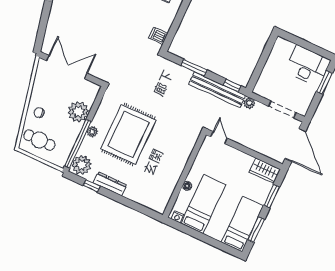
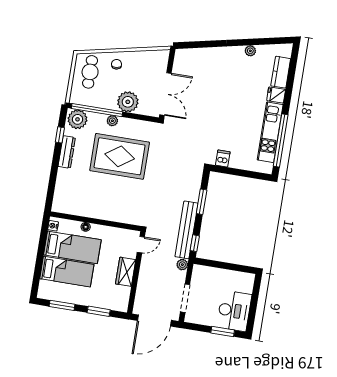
double door: (67, 67) -> (165, 94), moved
wardrobe: (265, 171) -> (126, 272), moved
bed: (242, 224) -> (67, 272), moved

